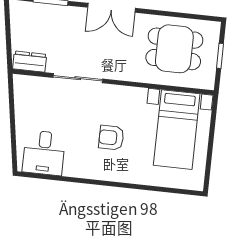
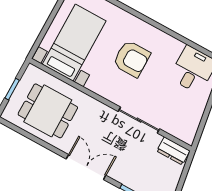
armchair: (111, 138) -> (132, 59), width x1.38, depth x1.38

